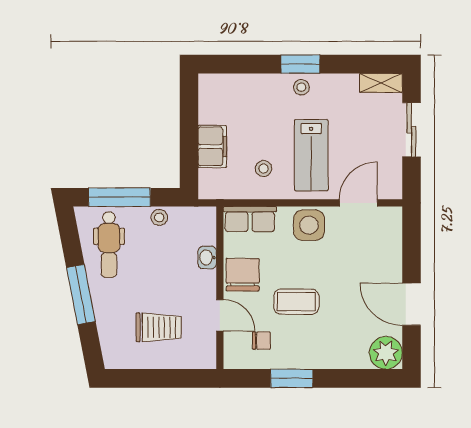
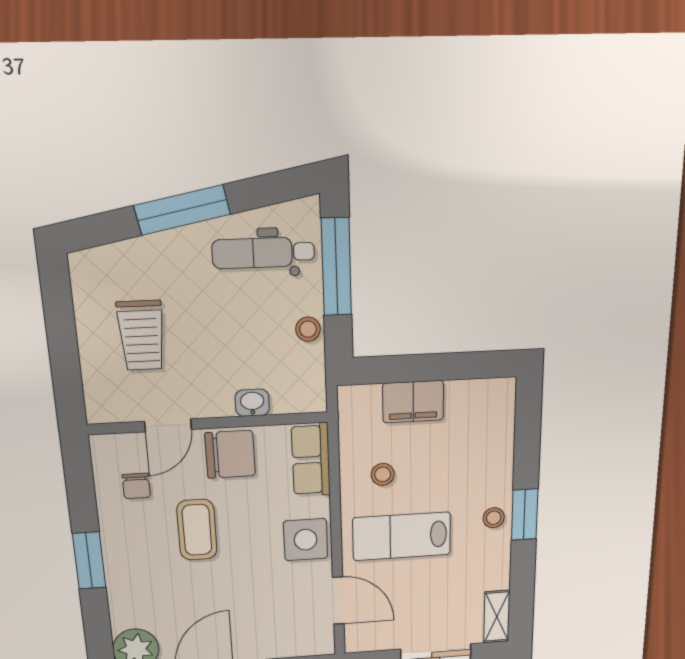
window: (292, 378) -> (89, 560), moved

